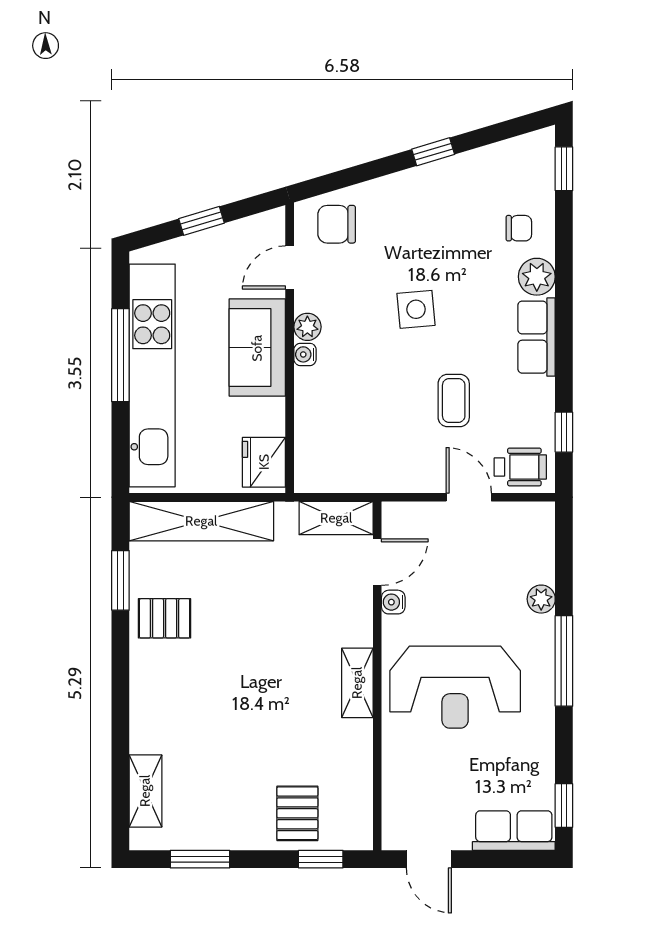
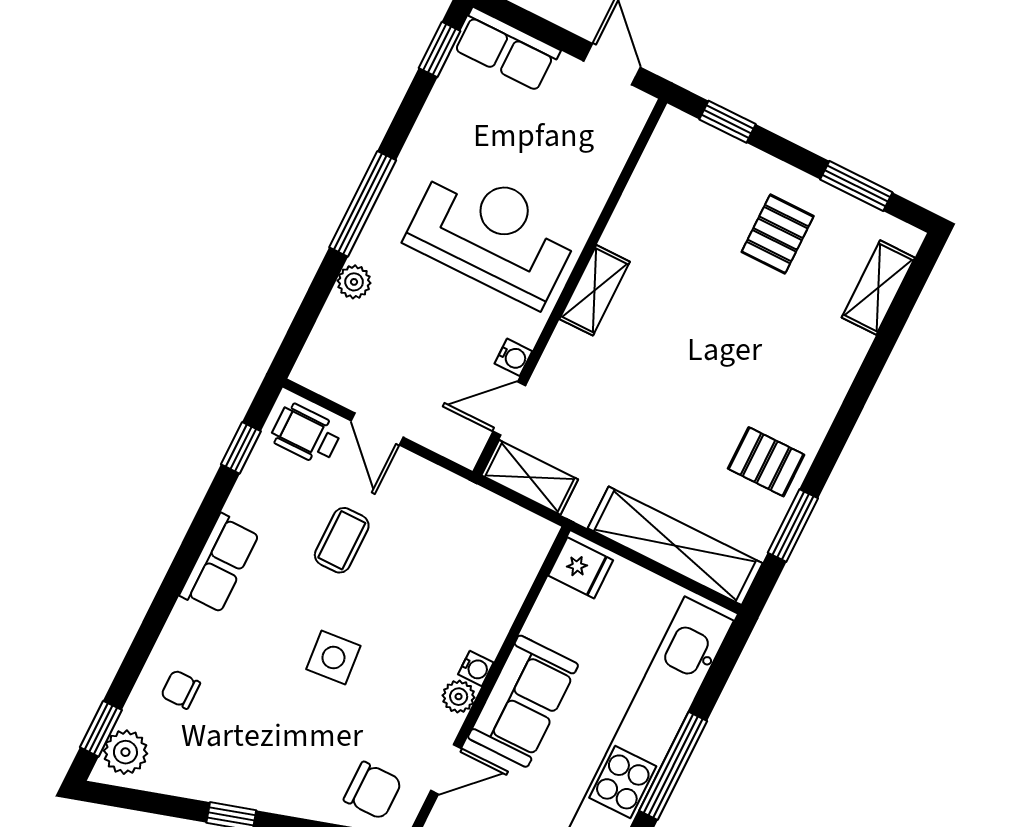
plant: (537, 277) -> (125, 752), moved
fridge: (264, 462) -> (581, 568), width x0.72
pallet: (297, 813) -> (778, 234), moved

